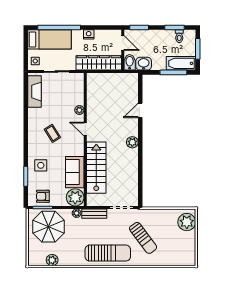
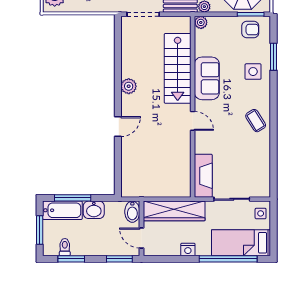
washbasin: (144, 64) -> (94, 210), moved
fireplace: (35, 92) -> (203, 176), moved, turned 180
plant: (79, 110) -> (201, 147), removed
door: (140, 110) -> (118, 127), moved
coffee table: (52, 133) -> (256, 121), moved
plant: (132, 142) -> (129, 86), moved
sofa: (75, 172) -> (207, 78), moved
plant: (75, 197) -> (201, 22), width x0.53, depth x0.53

